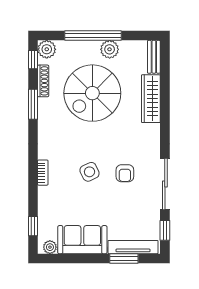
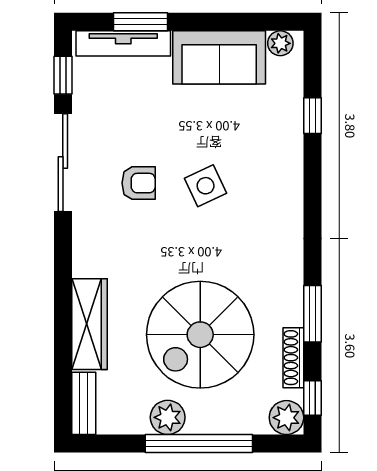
spiral stairs: (92, 93) -> (200, 335), turned 180
bookcase: (43, 173) -> (294, 184), removed
armchair: (125, 173) -> (139, 183), turned 90
window: (33, 226) -> (312, 116), moved

